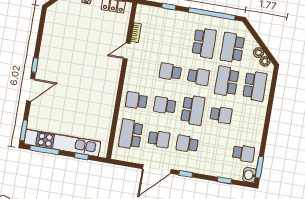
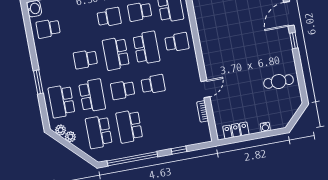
cafe table: (61, 34) -> (279, 82), added
school desk: (232, 48) -> (99, 132), turned 180
school desk: (165, 105) -> (146, 48), width x1.85
window: (259, 167) -> (38, 82), moved

